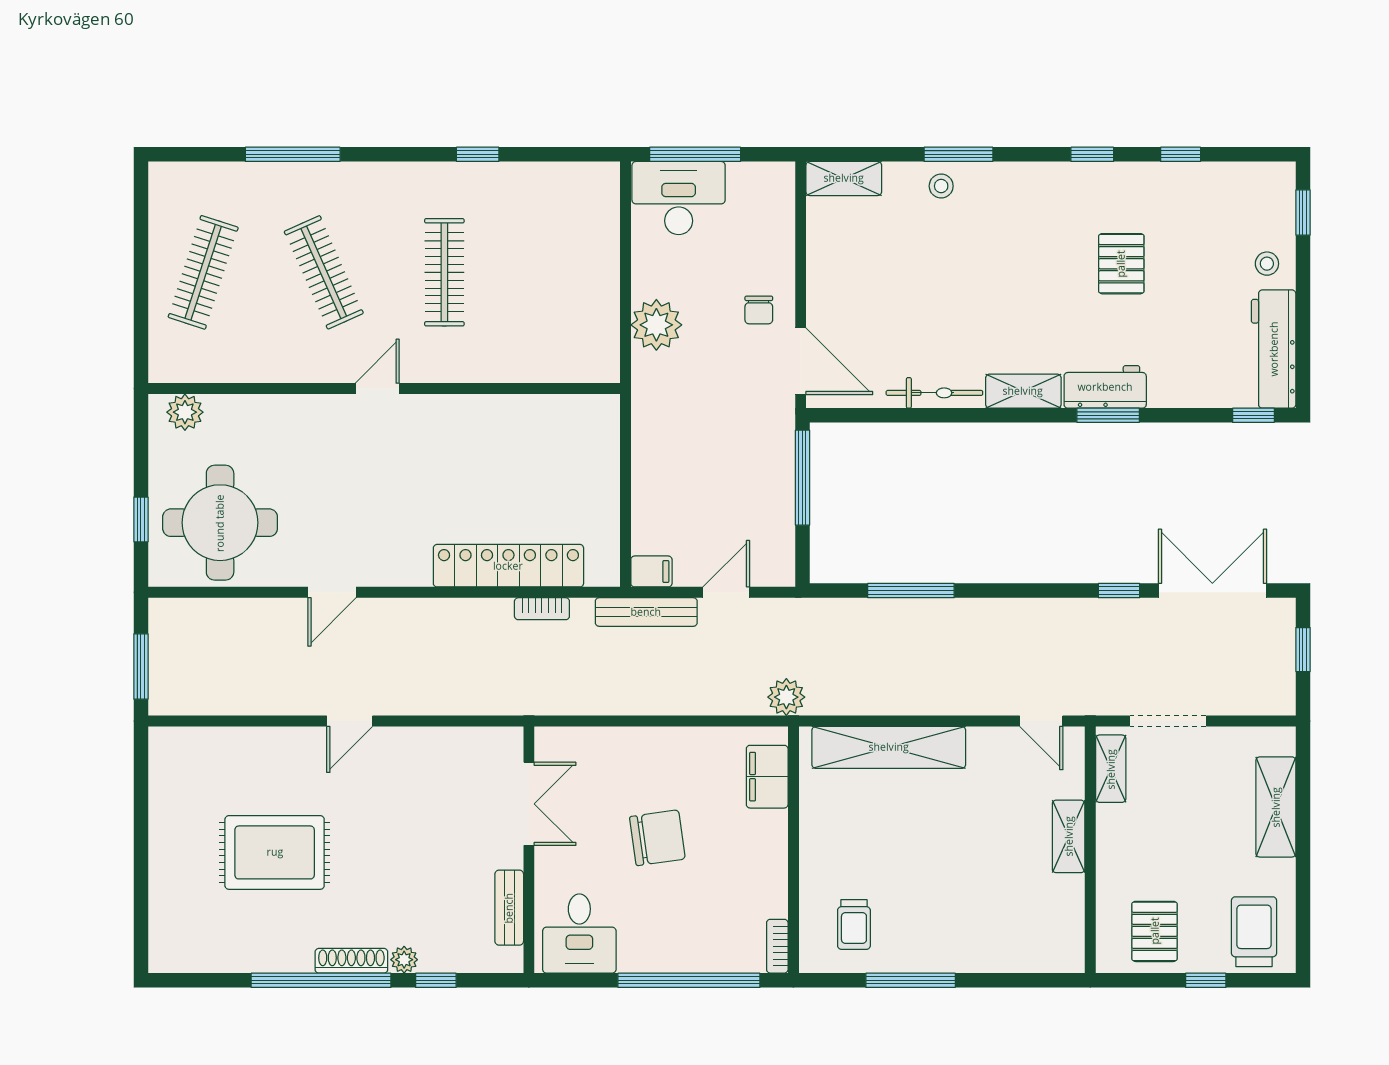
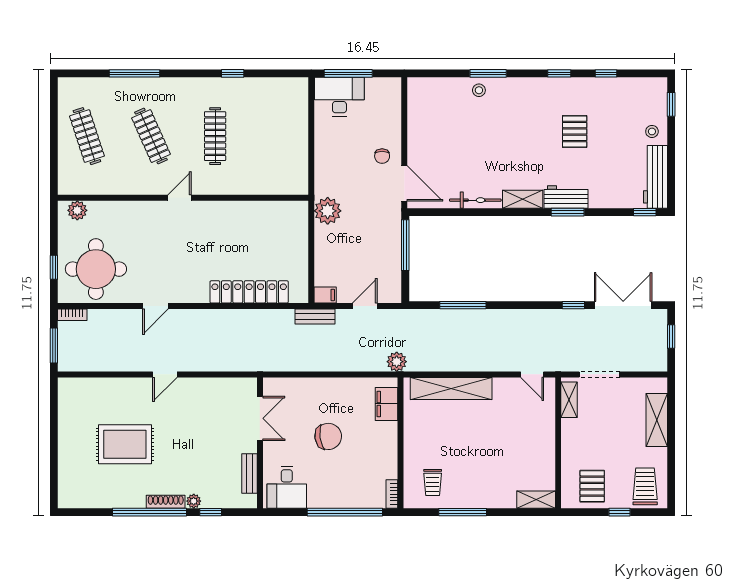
shelving: (844, 178) -> (427, 86), removed
clothes rail: (203, 272) -> (87, 136), turned -36
plant: (656, 325) -> (328, 211), moved
bookcase: (542, 609) -> (72, 315), moved
bench: (646, 612) -> (315, 316), width x0.73
shelving: (1069, 836) -> (536, 500), moved, turned 90

